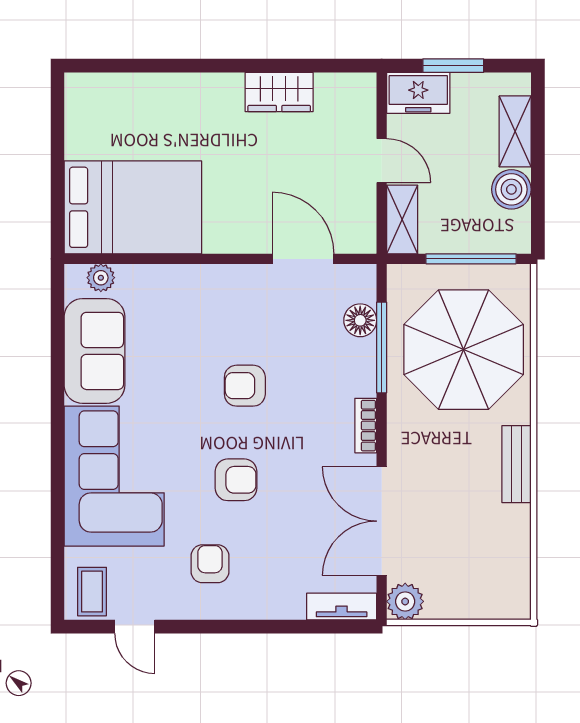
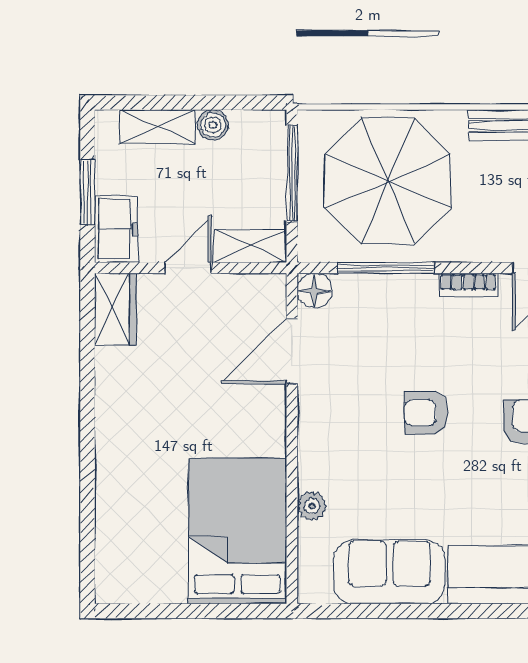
wardrobe: (279, 92) -> (115, 309), moved
boiler: (511, 189) -> (213, 125), width x0.73, depth x0.73
plant: (101, 278) -> (312, 506), moved
floor lamp: (360, 320) -> (315, 291), moved
armchair: (245, 386) -> (426, 413), turned 90

